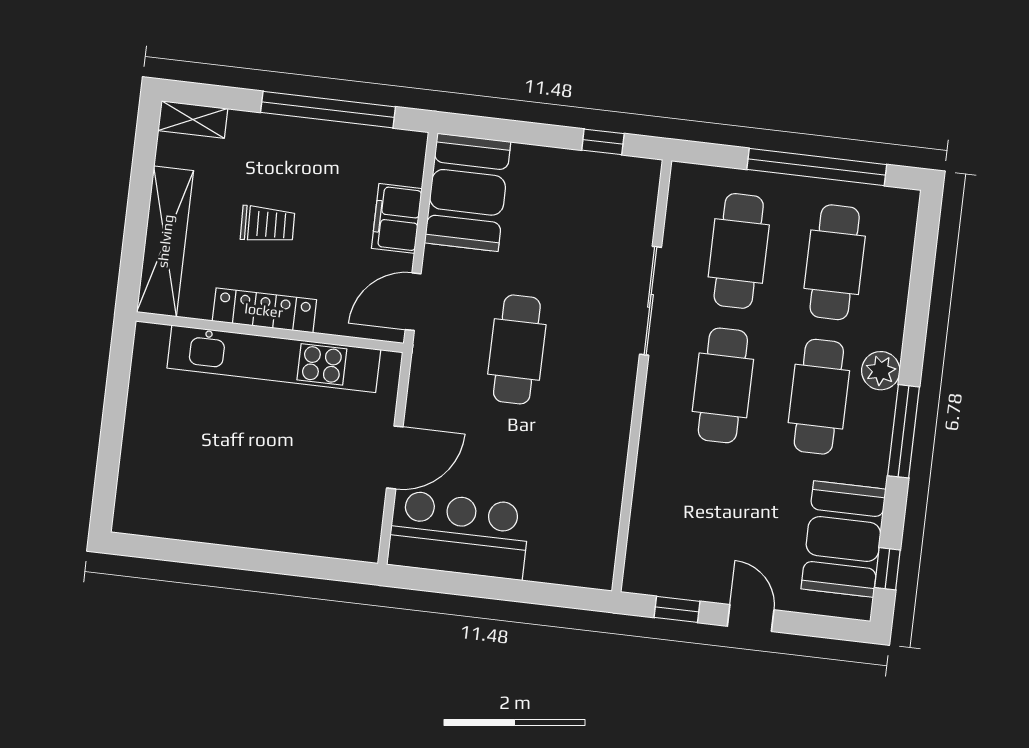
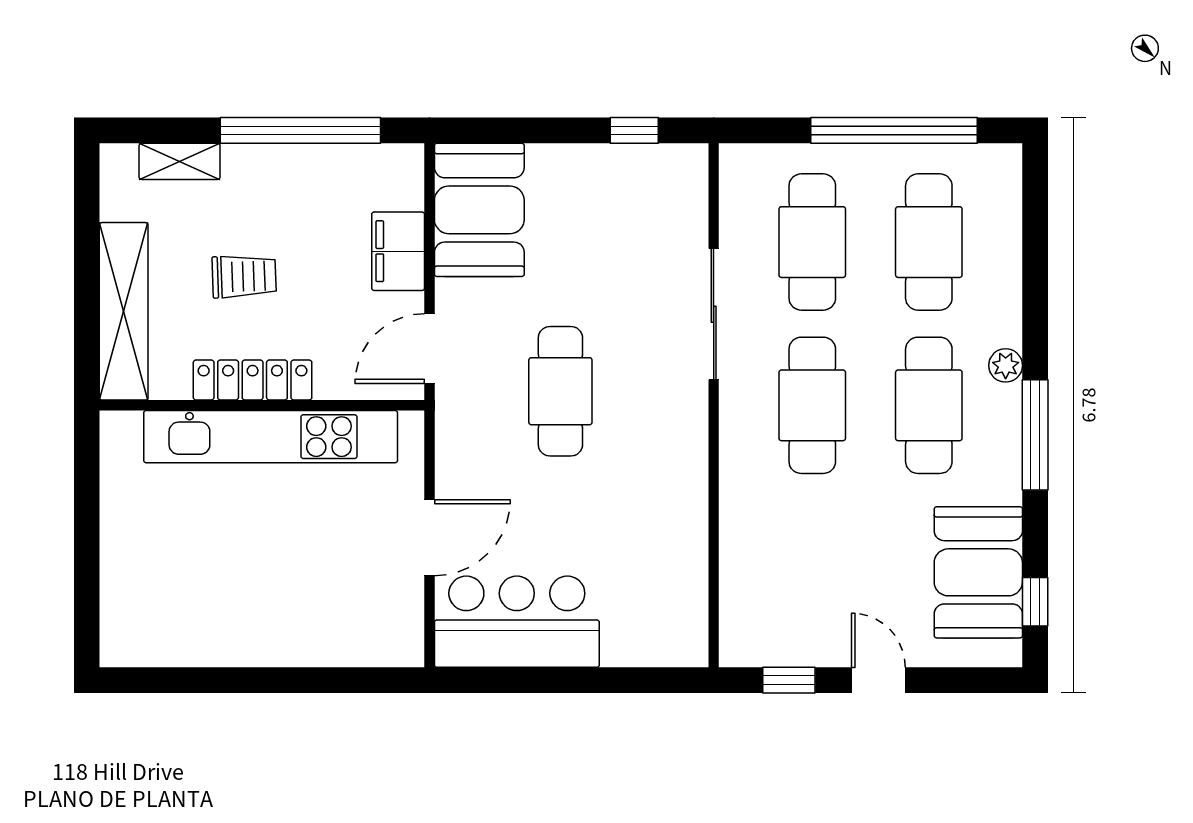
shelving: (193, 119) -> (180, 161), moved
plant: (881, 371) -> (1006, 365), width x0.73, depth x0.73

